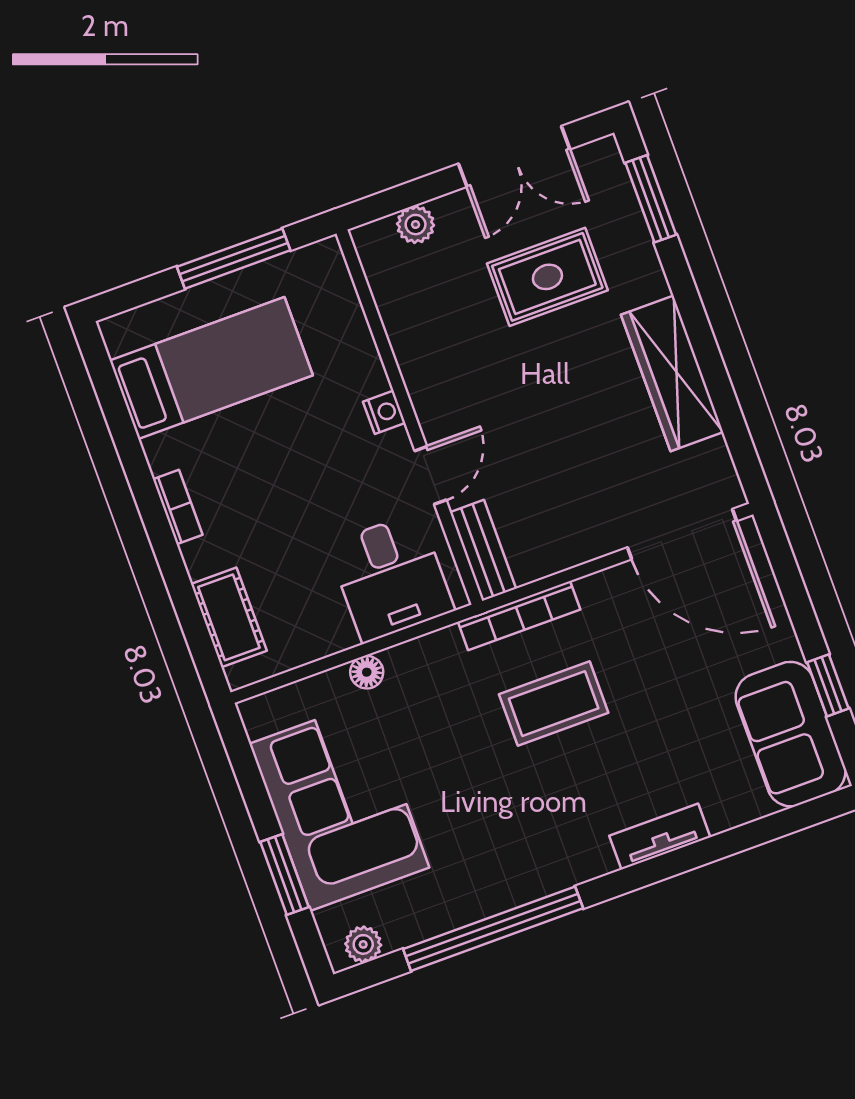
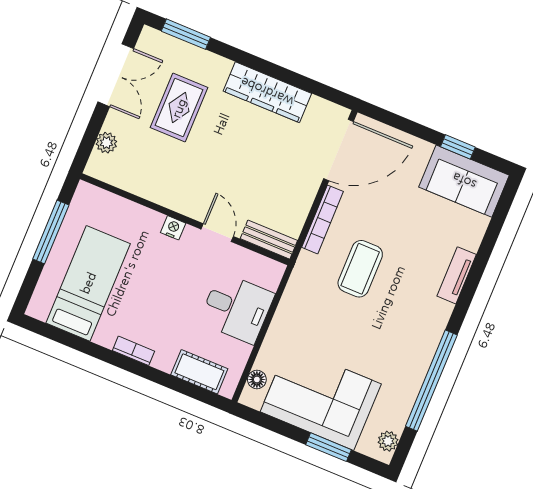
desk: (391, 577) -> (237, 308), moved
bookcase: (519, 616) -> (323, 219), moved
floor lamp: (367, 672) -> (257, 379), moved

